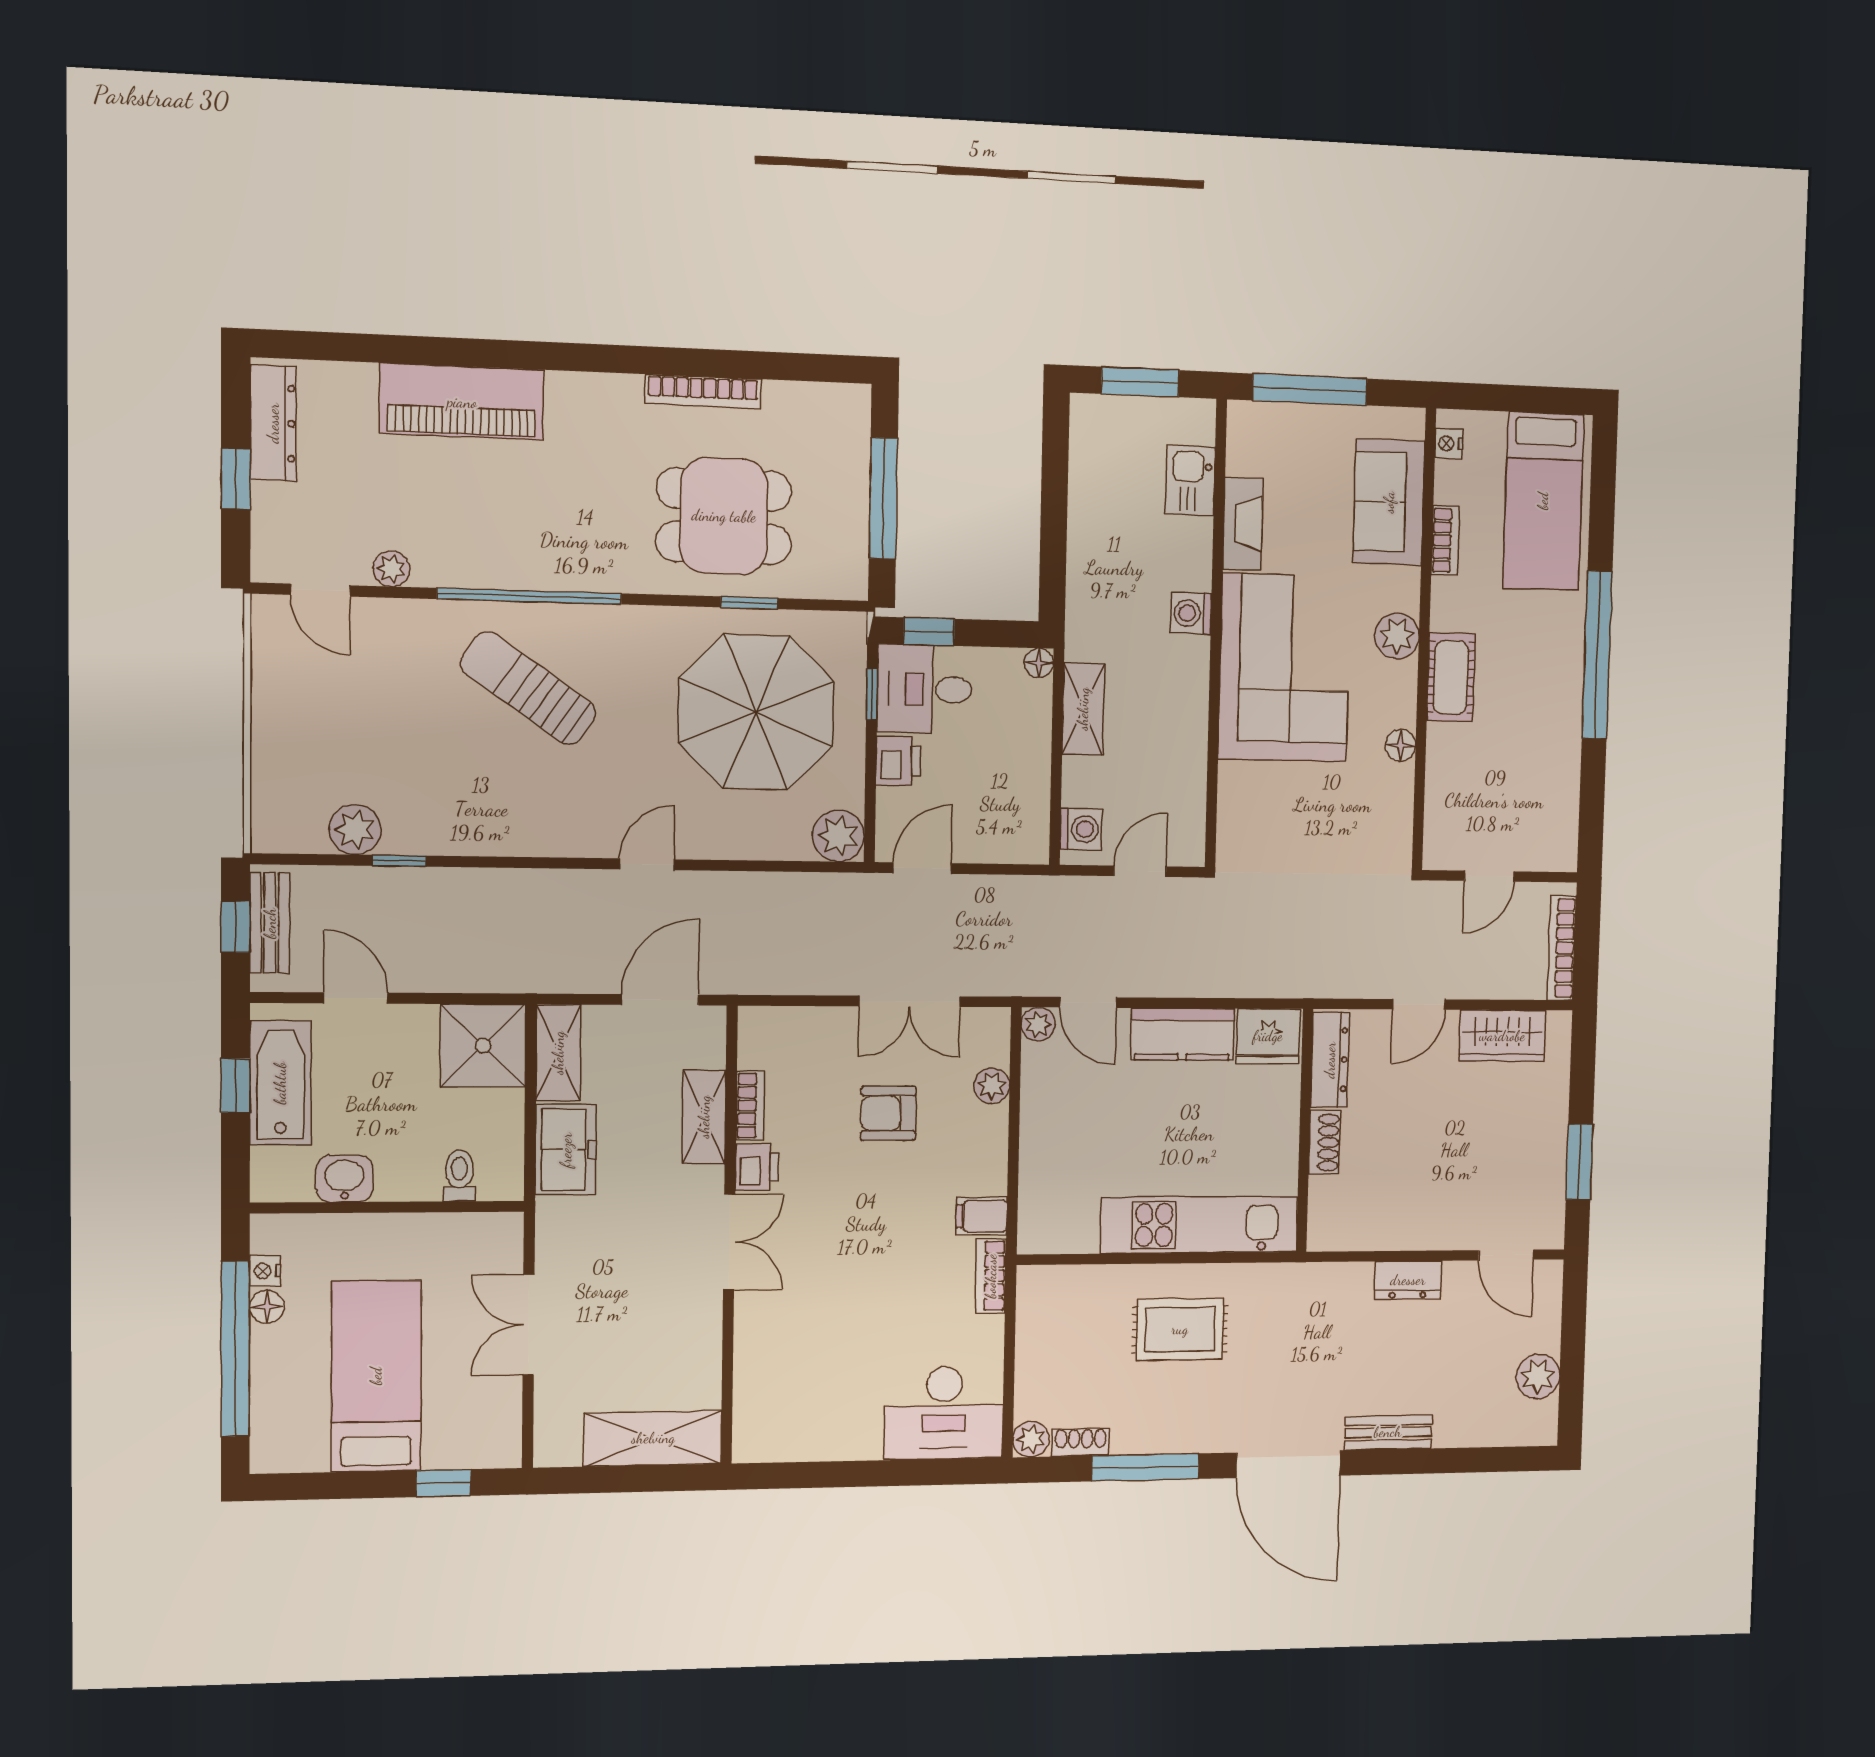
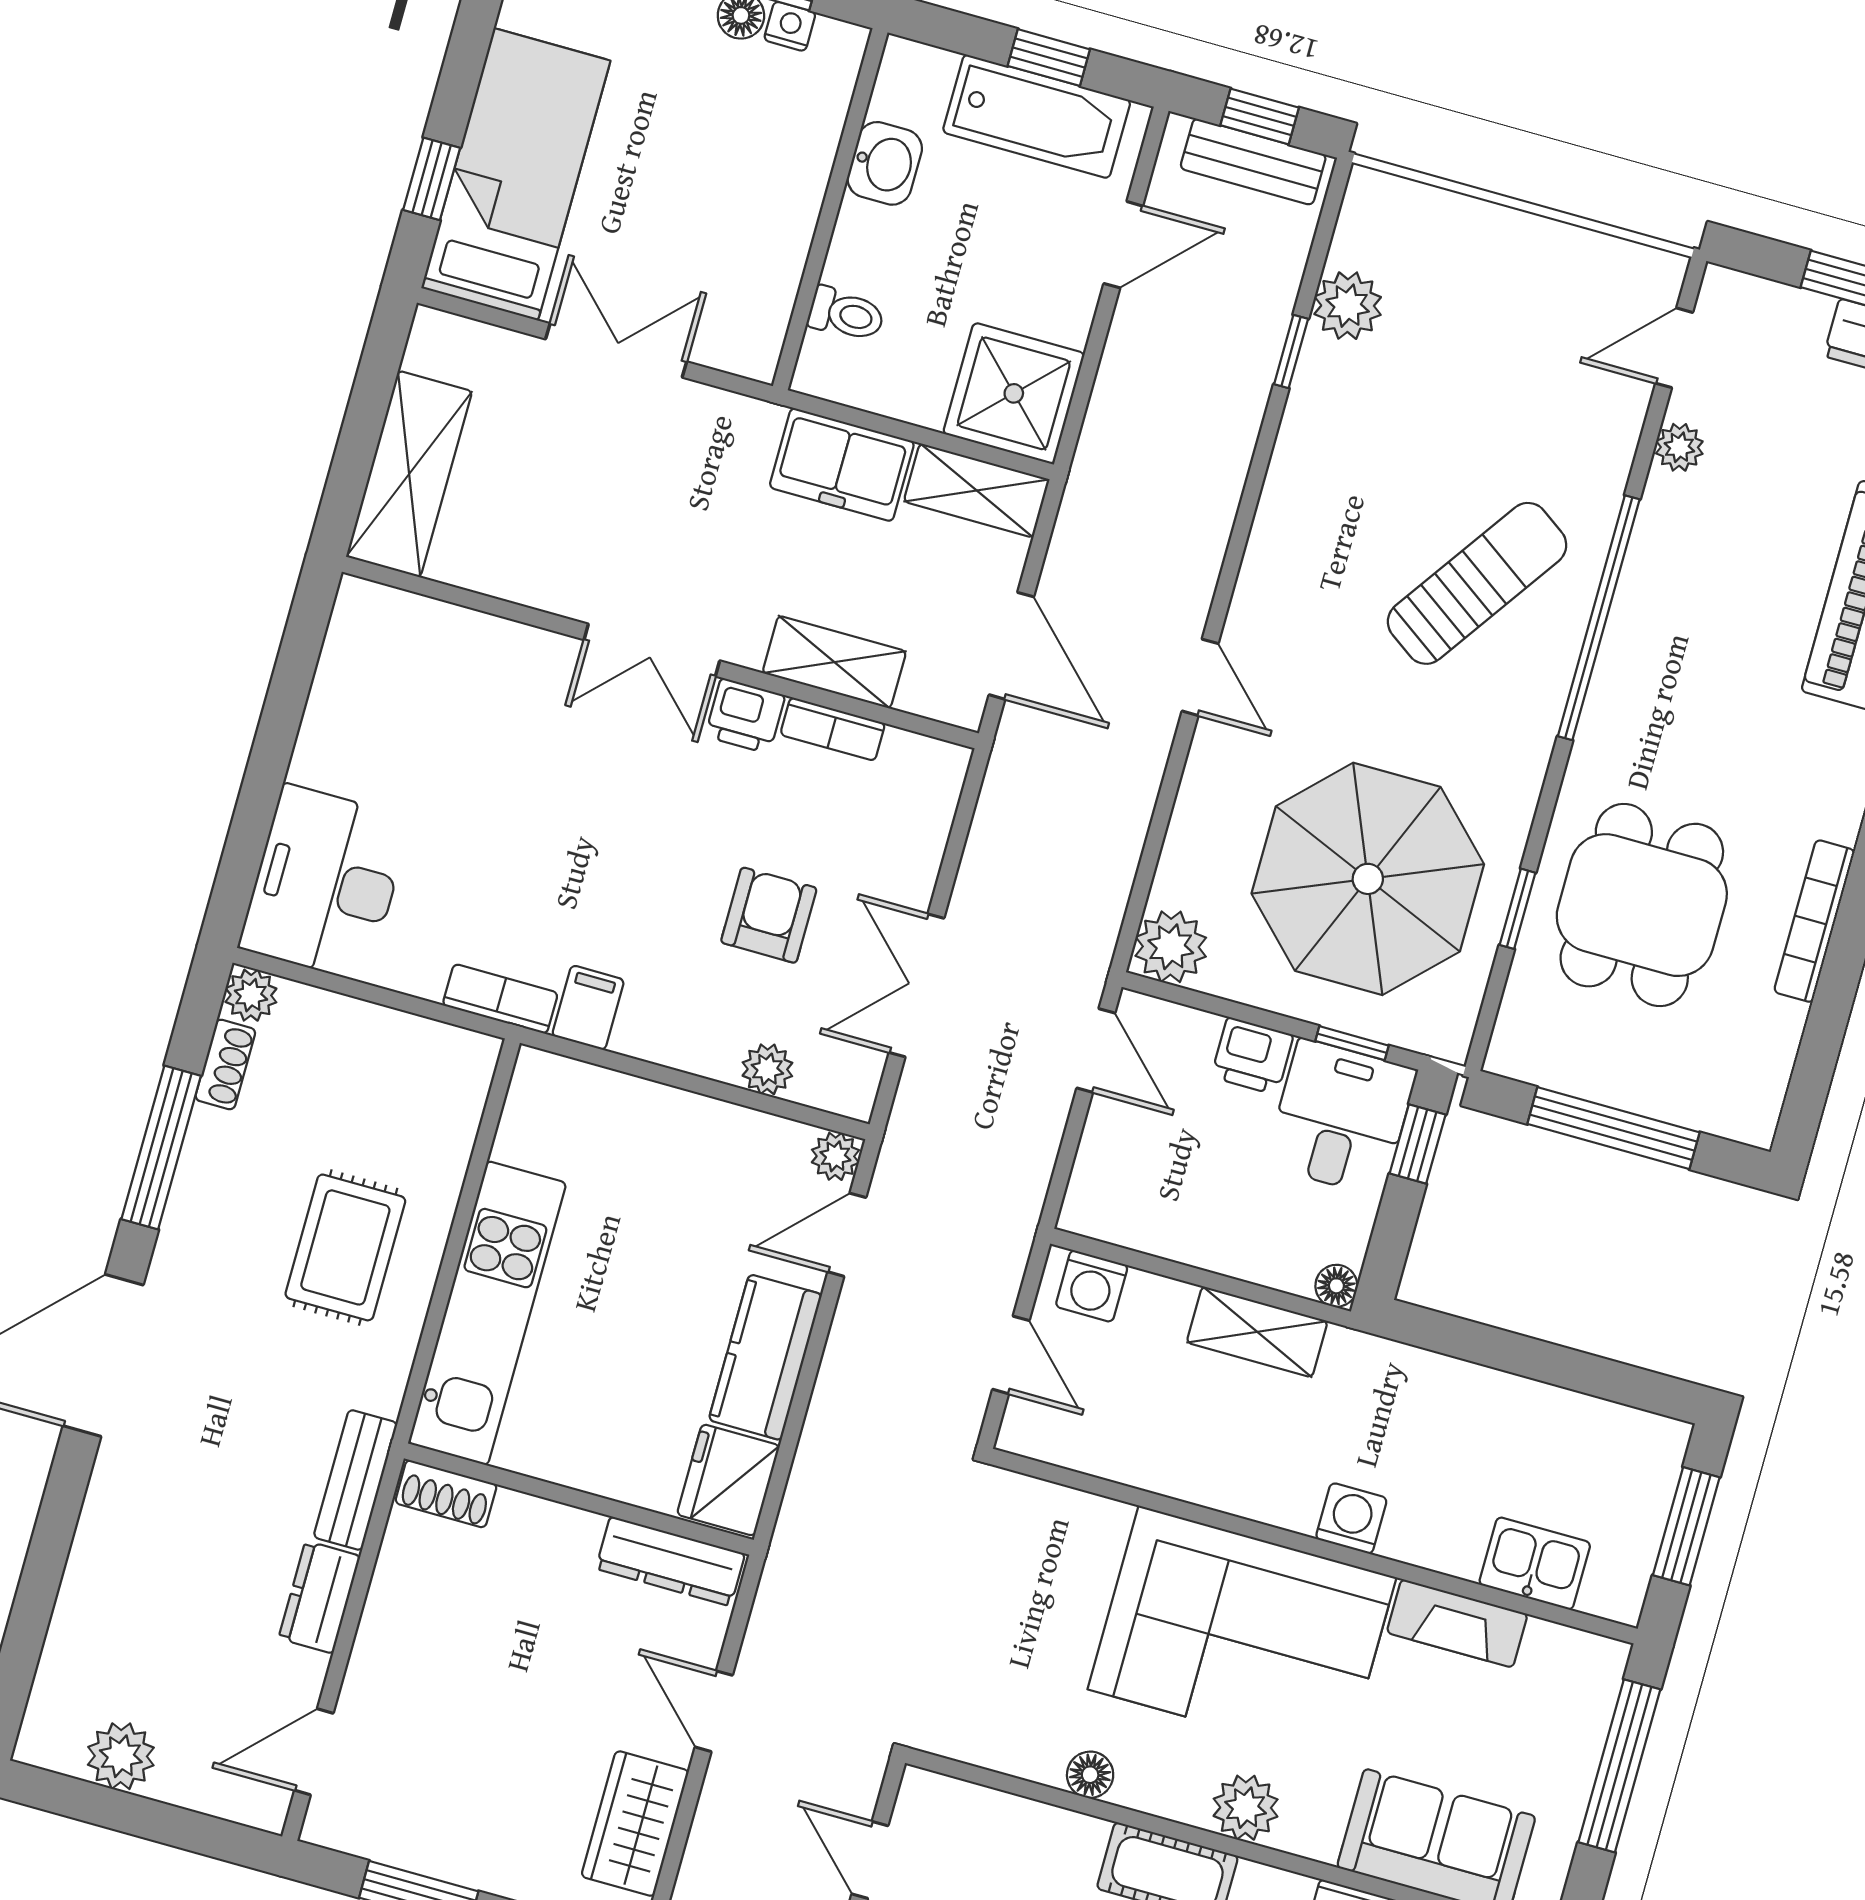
shoe rack: (1324, 1142) -> (446, 1494), moved
bed: (376, 1376) -> (516, 174), moved, turned -90
bench: (1388, 1432) -> (355, 1480), moved

